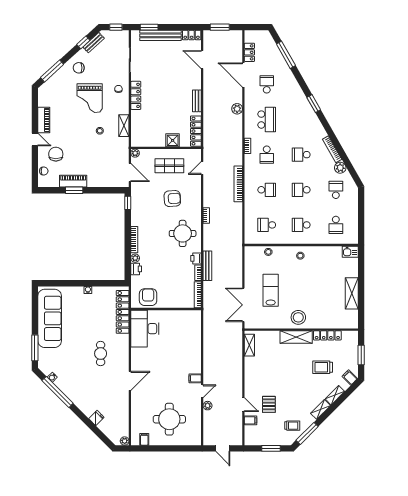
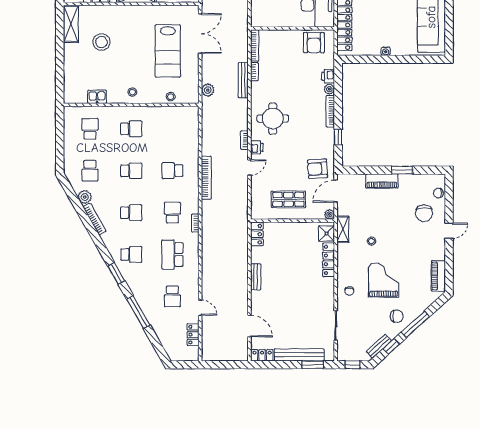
window: (220, 27) -> (228, 365), removed
window: (286, 55) -> (138, 312), moved
window: (52, 71) -> (415, 324), moved
door: (243, 75) -> (200, 308), width x0.53
locker: (136, 95) -> (329, 260), moved
plant: (237, 109) -> (208, 90), moved
piano: (44, 120) -> (438, 276), moved
shelving: (124, 126) -> (343, 229), moved
locker: (196, 131) -> (257, 234), width x0.66
door: (35, 139) -> (449, 231), swing flipped
shower: (173, 140) -> (327, 233), moved
door: (202, 168) -> (249, 167), moved
door: (130, 173) -> (336, 191), hinge flipped
piano: (73, 181) -> (382, 181), moved
armchair: (172, 199) -> (317, 169), moved
window: (128, 203) -> (338, 137), moved
school desk: (267, 225) -> (131, 254), moved
kitchen sink: (350, 252) -> (97, 97), moved
printer: (196, 258) -> (257, 147), moved
lab bench: (271, 290) -> (168, 51), width x1.36, depth x1.39
shelving: (352, 293) -> (71, 24), moved
stool: (298, 317) -> (101, 42), moved

